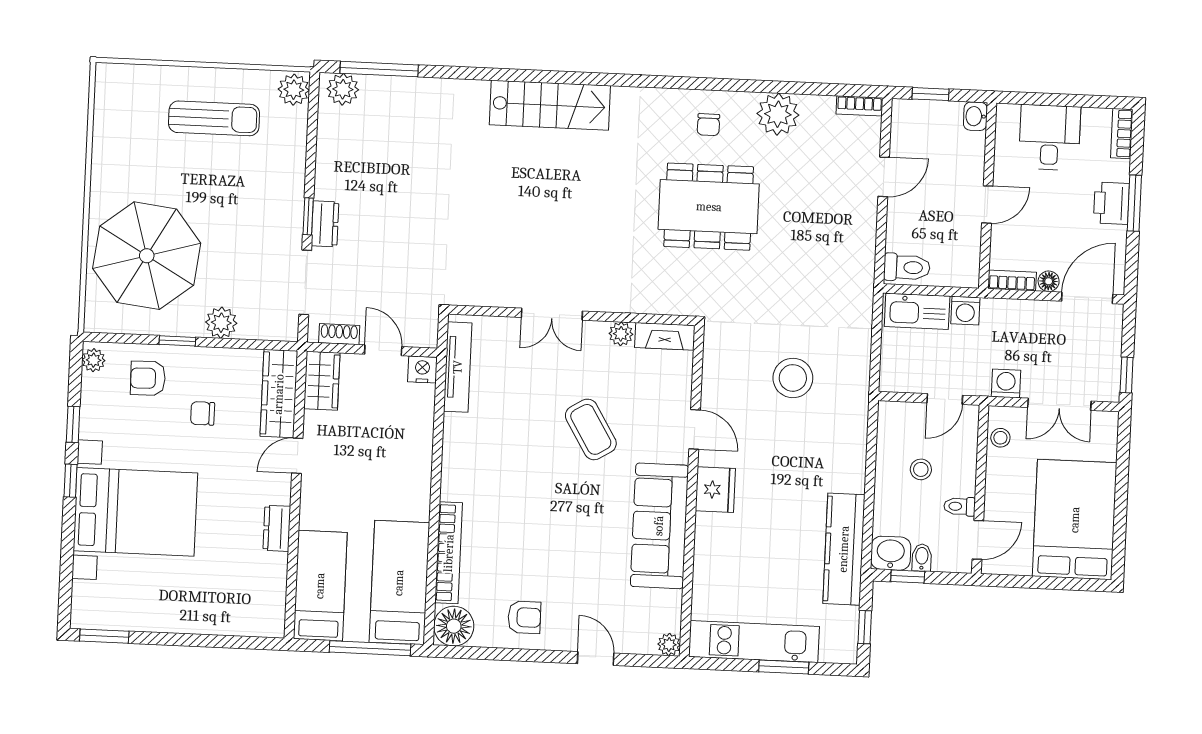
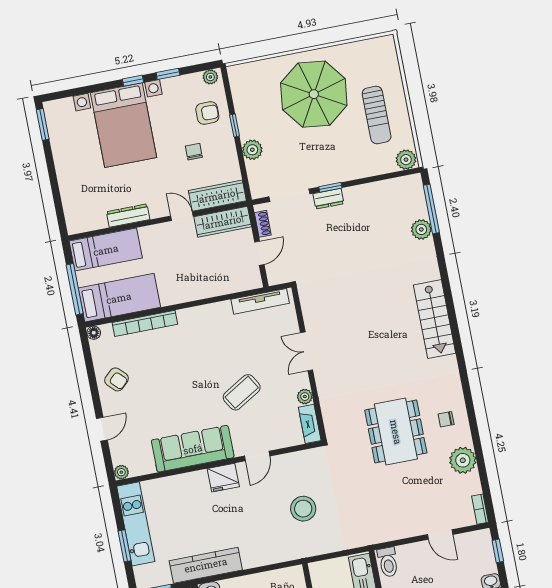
plant: (343, 89) -> (421, 229), moved
parasol: (147, 256) -> (314, 94), moved
nightstand: (422, 370) -> (253, 280), removed
armchair: (148, 378) -> (207, 113), turned 91
wardrobe: (322, 381) -> (223, 222), width x1.50
dresser: (277, 528) -> (128, 216), width x1.44
armchair: (524, 617) -> (117, 379), turned -44
floor lamp: (454, 626) -> (94, 333), width x0.53, depth x0.53

